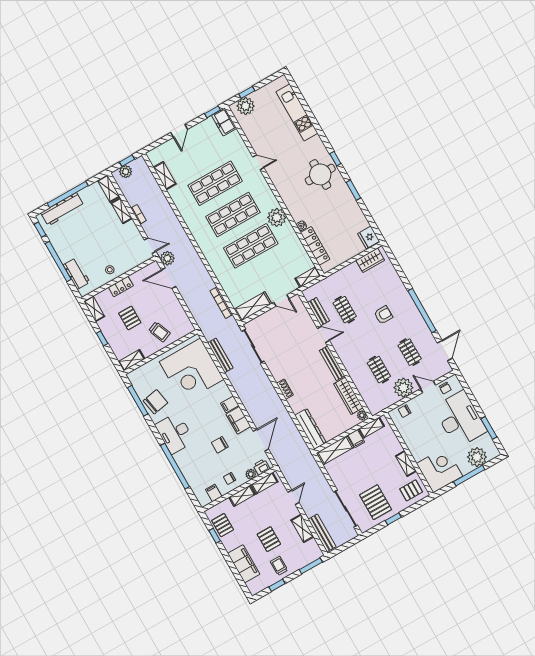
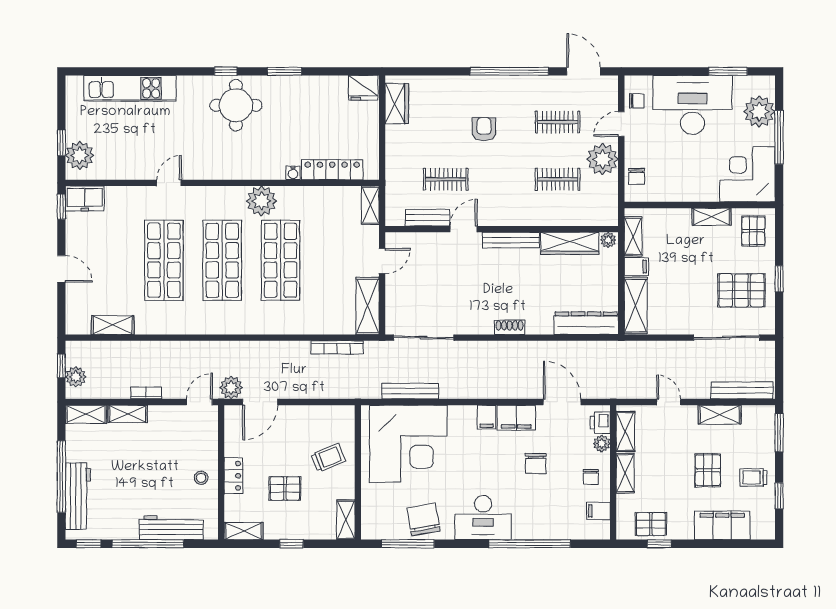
workbench: (76, 274) -> (171, 528), width x1.38
pallet: (269, 539) -> (708, 470), turned 90

